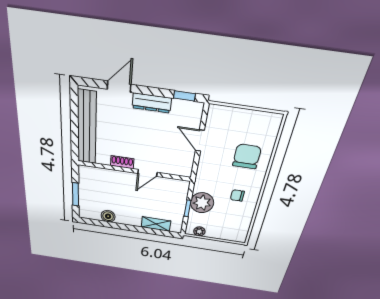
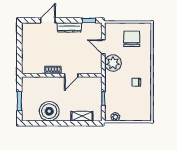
bench: (87, 128) -> (28, 49), removed
chair: (247, 157) -> (132, 39), moved
plant: (202, 203) -> (113, 63), moved
boiler: (108, 216) -> (49, 111), width x1.86, depth x1.86

